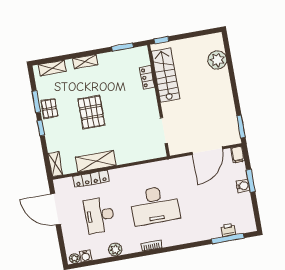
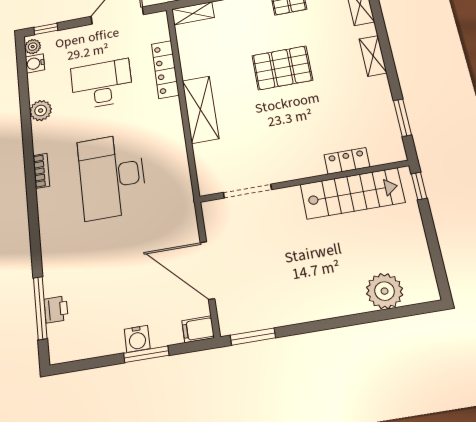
shelving: (96, 161) -> (200, 109), moved
window: (63, 252) -> (46, 29), added

